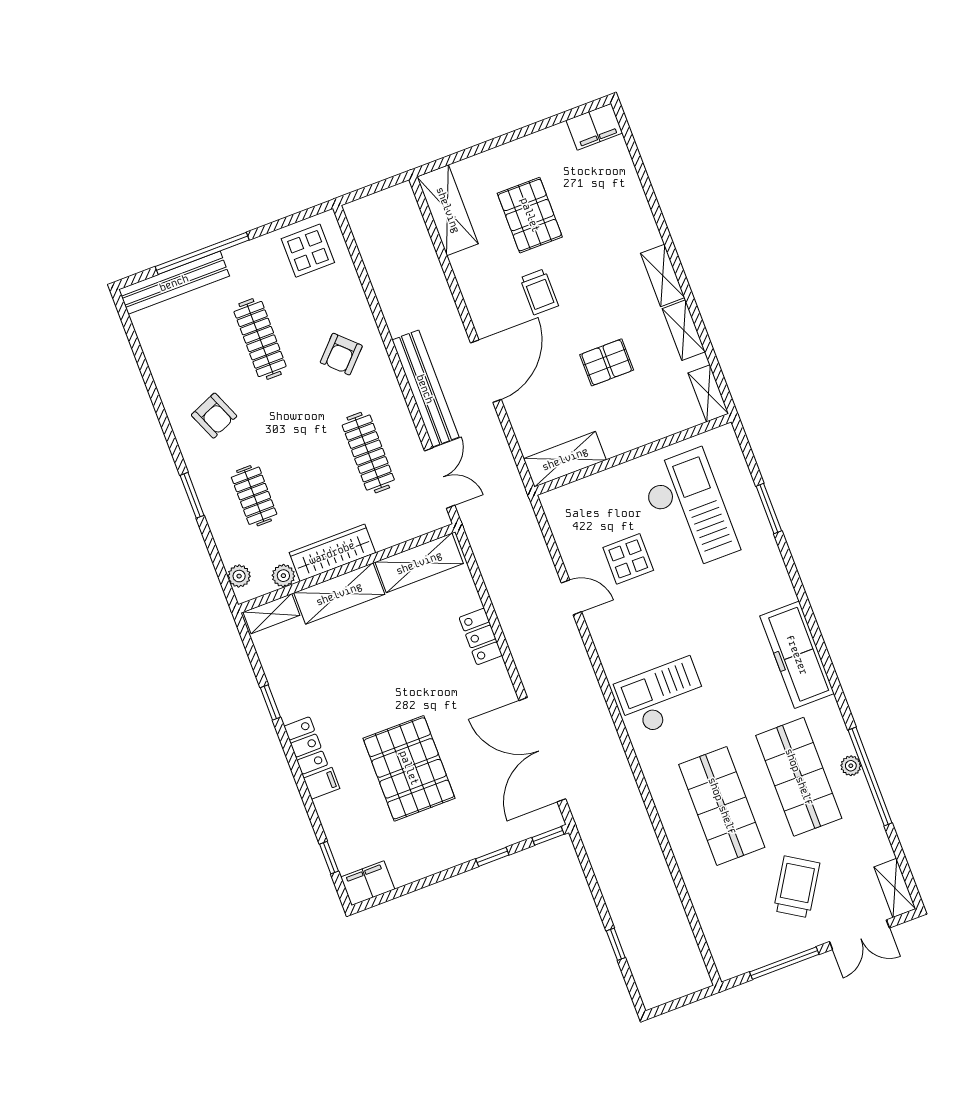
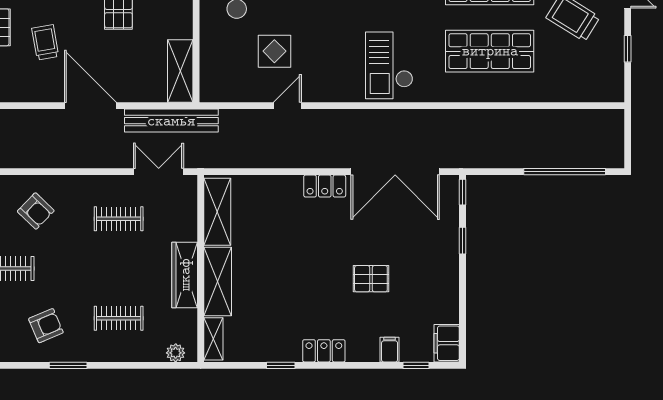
trolley: (539, 292) -> (45, 42), turned -100
bench: (425, 389) -> (171, 121), moved
clothes rail: (368, 453) -> (119, 219), width x0.73
window: (192, 495) -> (68, 365), moved
plant: (283, 576) -> (188, 319), removed
locker: (481, 636) -> (325, 186), moved
pallet: (409, 768) -> (371, 279), width x0.49, depth x0.50
filing cabinet: (322, 783) -> (390, 350), moved
window: (616, 944) -> (565, 172), width x3.17
window: (784, 963) -> (628, 49), width x0.46

